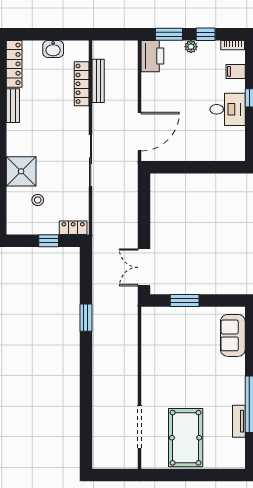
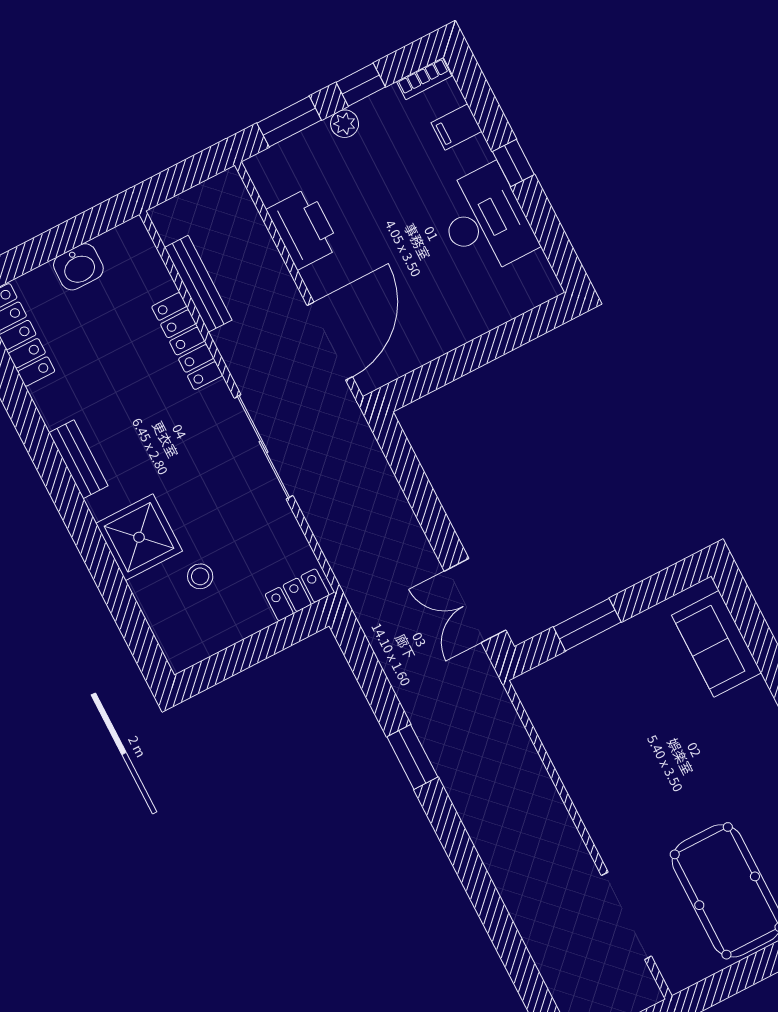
printer: (152, 56) -> (303, 229), moved
locker: (82, 84) -> (187, 341), moved
bench: (13, 106) -> (78, 459), moved
desk: (228, 109) -> (485, 221), width x1.37
window: (49, 241) -> (262, 645), removed

